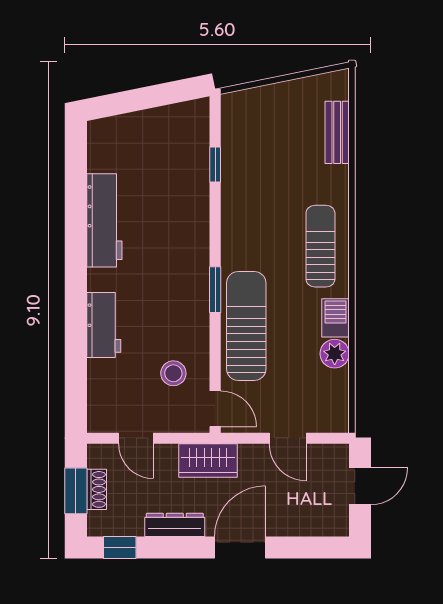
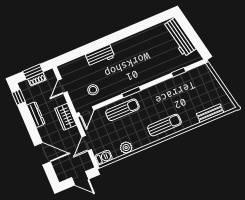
workbench: (104, 220) -> (180, 37), moved, turned 79
barbecue: (335, 318) -> (104, 157), moved
sun lounger: (246, 326) -> (122, 110), width x0.73, depth x0.75
door: (240, 548) -> (42, 154), moved

